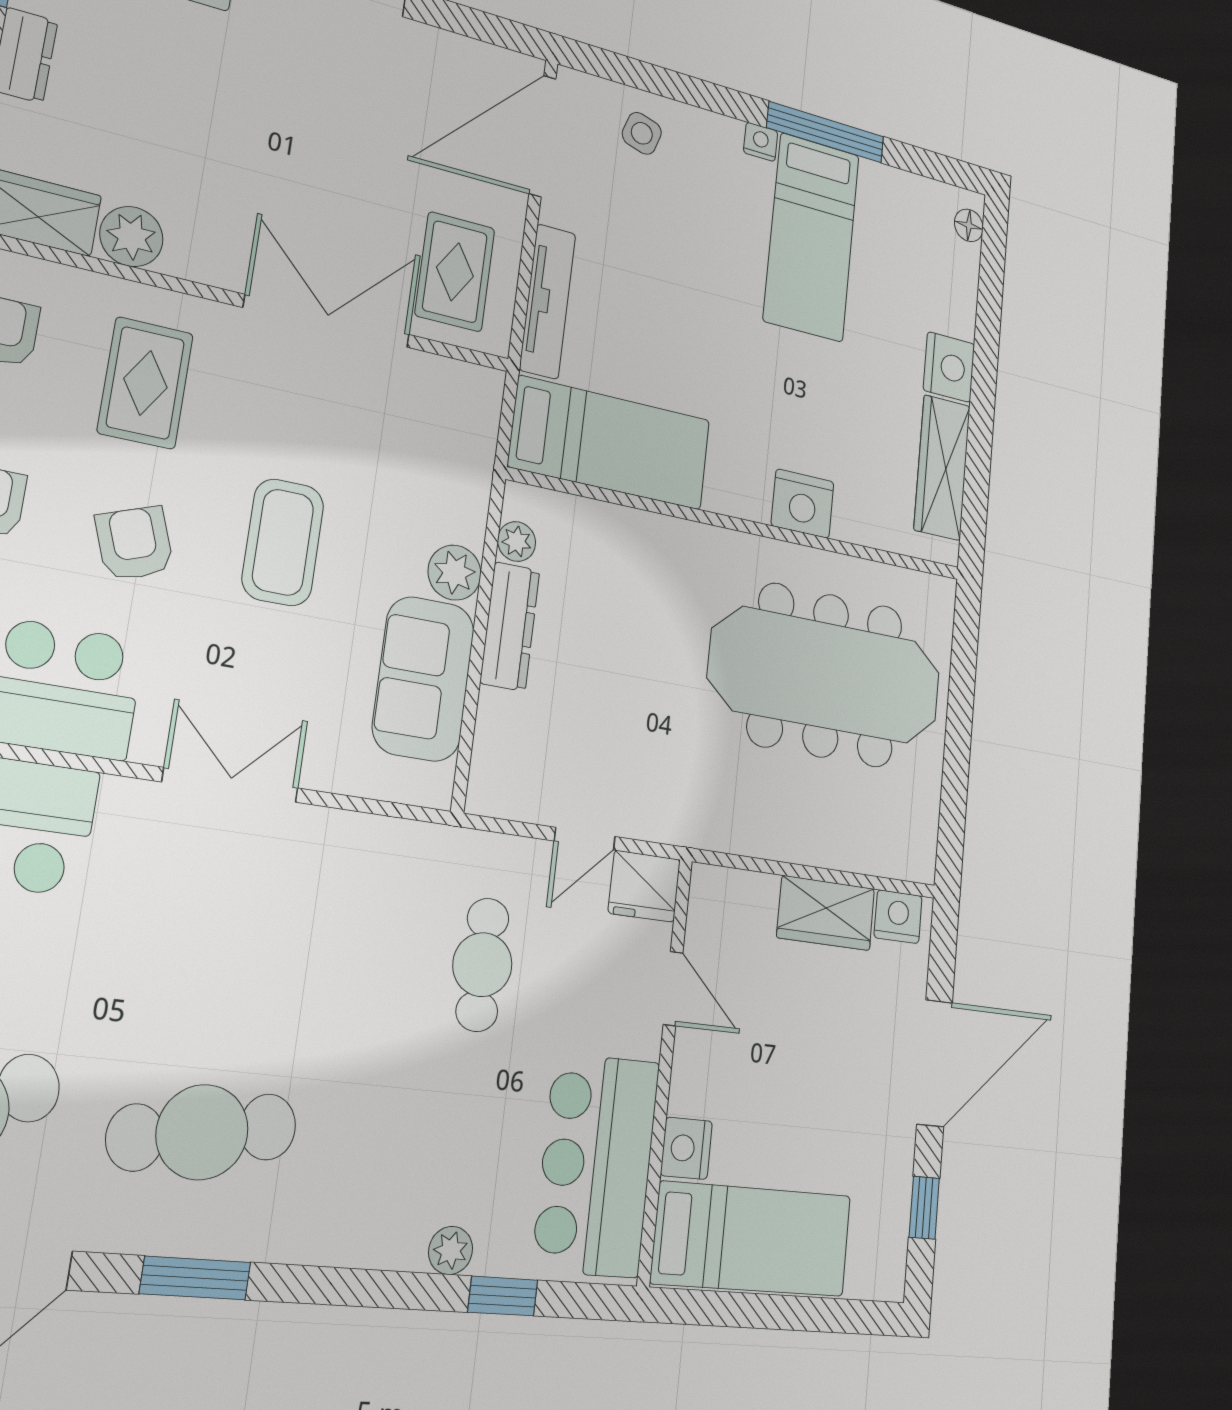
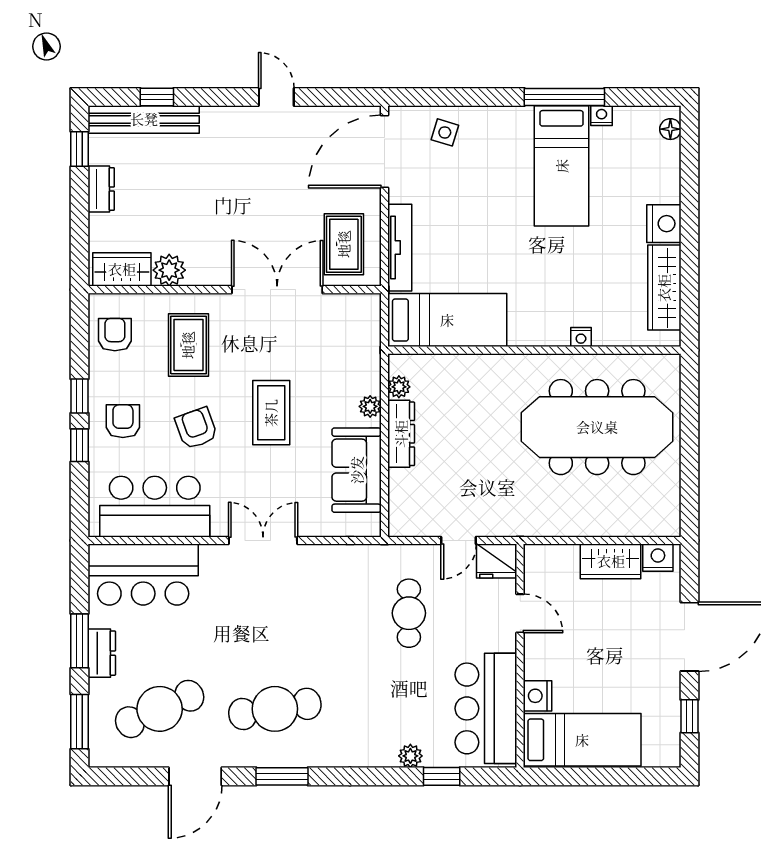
nightstand: (761, 142) -> (602, 116), moved
nightstand: (803, 504) -> (581, 337), width x0.53, depth x0.56
plant: (455, 573) -> (370, 406), width x0.73, depth x0.73

